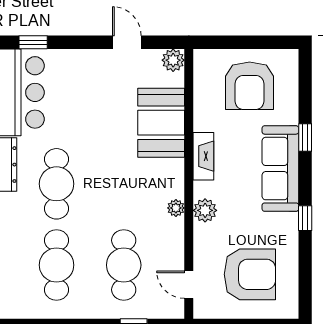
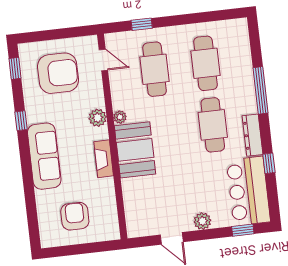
plant: (173, 60) -> (202, 221), moved
armchair: (250, 86) -> (75, 216), width x0.73, depth x0.73
booth: (161, 123) -> (135, 150), moved
window: (305, 137) -> (15, 68), moved
armchair: (250, 274) -> (58, 73), turned 180

